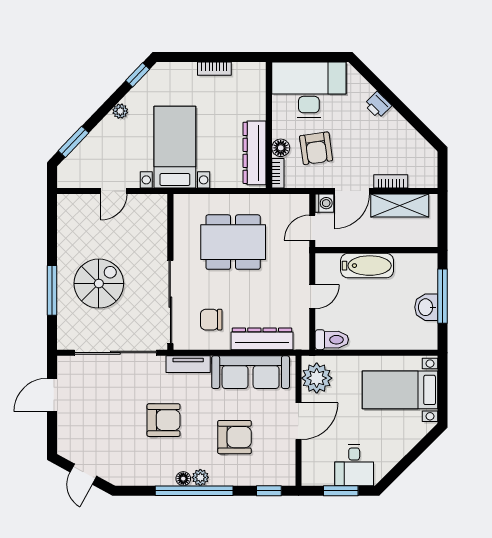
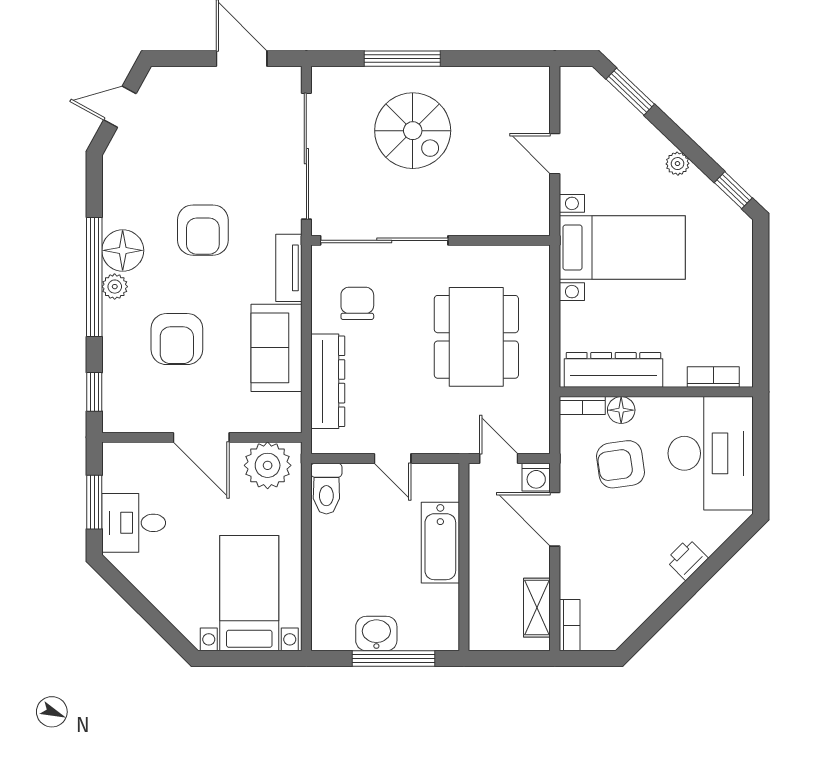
bookcase: (214, 69) -> (713, 377), moved, turned 90
bookcase: (391, 181) -> (570, 625), moved
shelving: (400, 206) -> (537, 608), width x0.67, depth x0.75
sofa: (251, 372) -> (277, 348), width x0.73
floor lamp: (183, 479) -> (123, 250), width x1.89, depth x1.89

